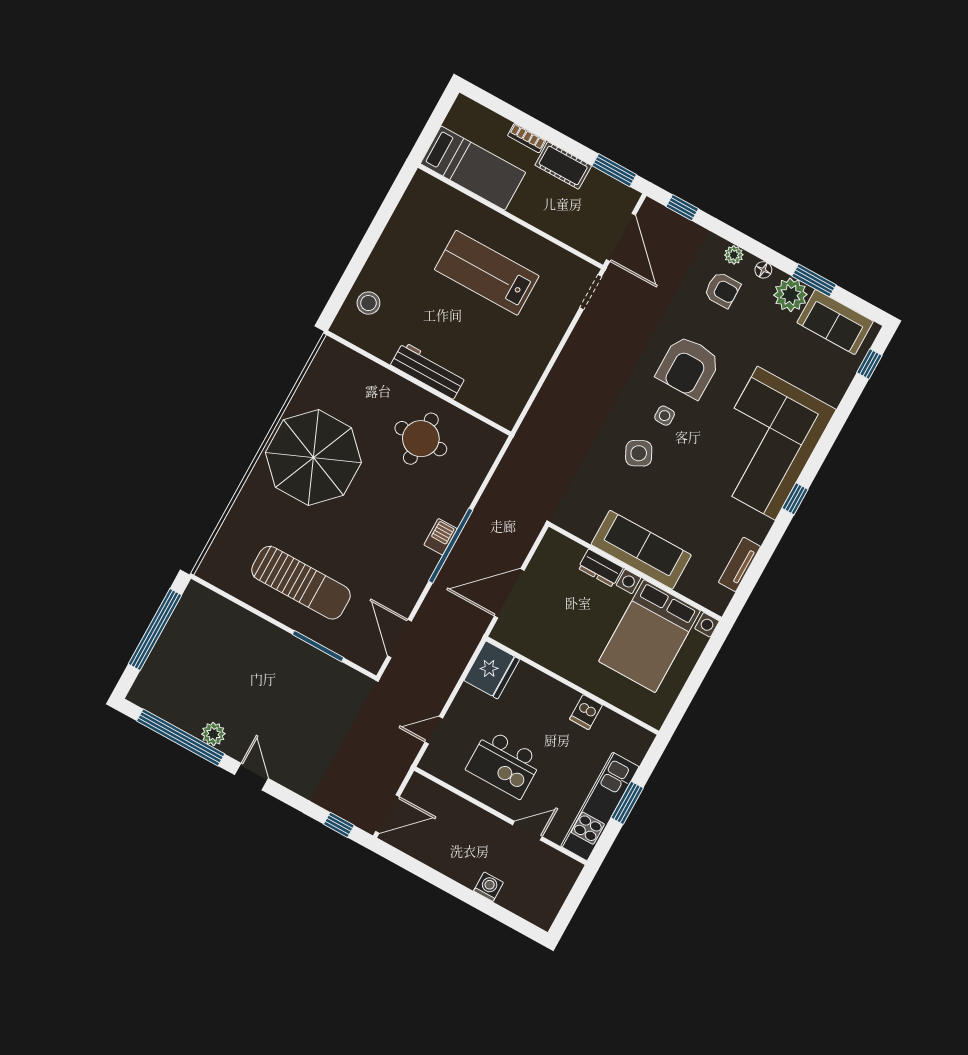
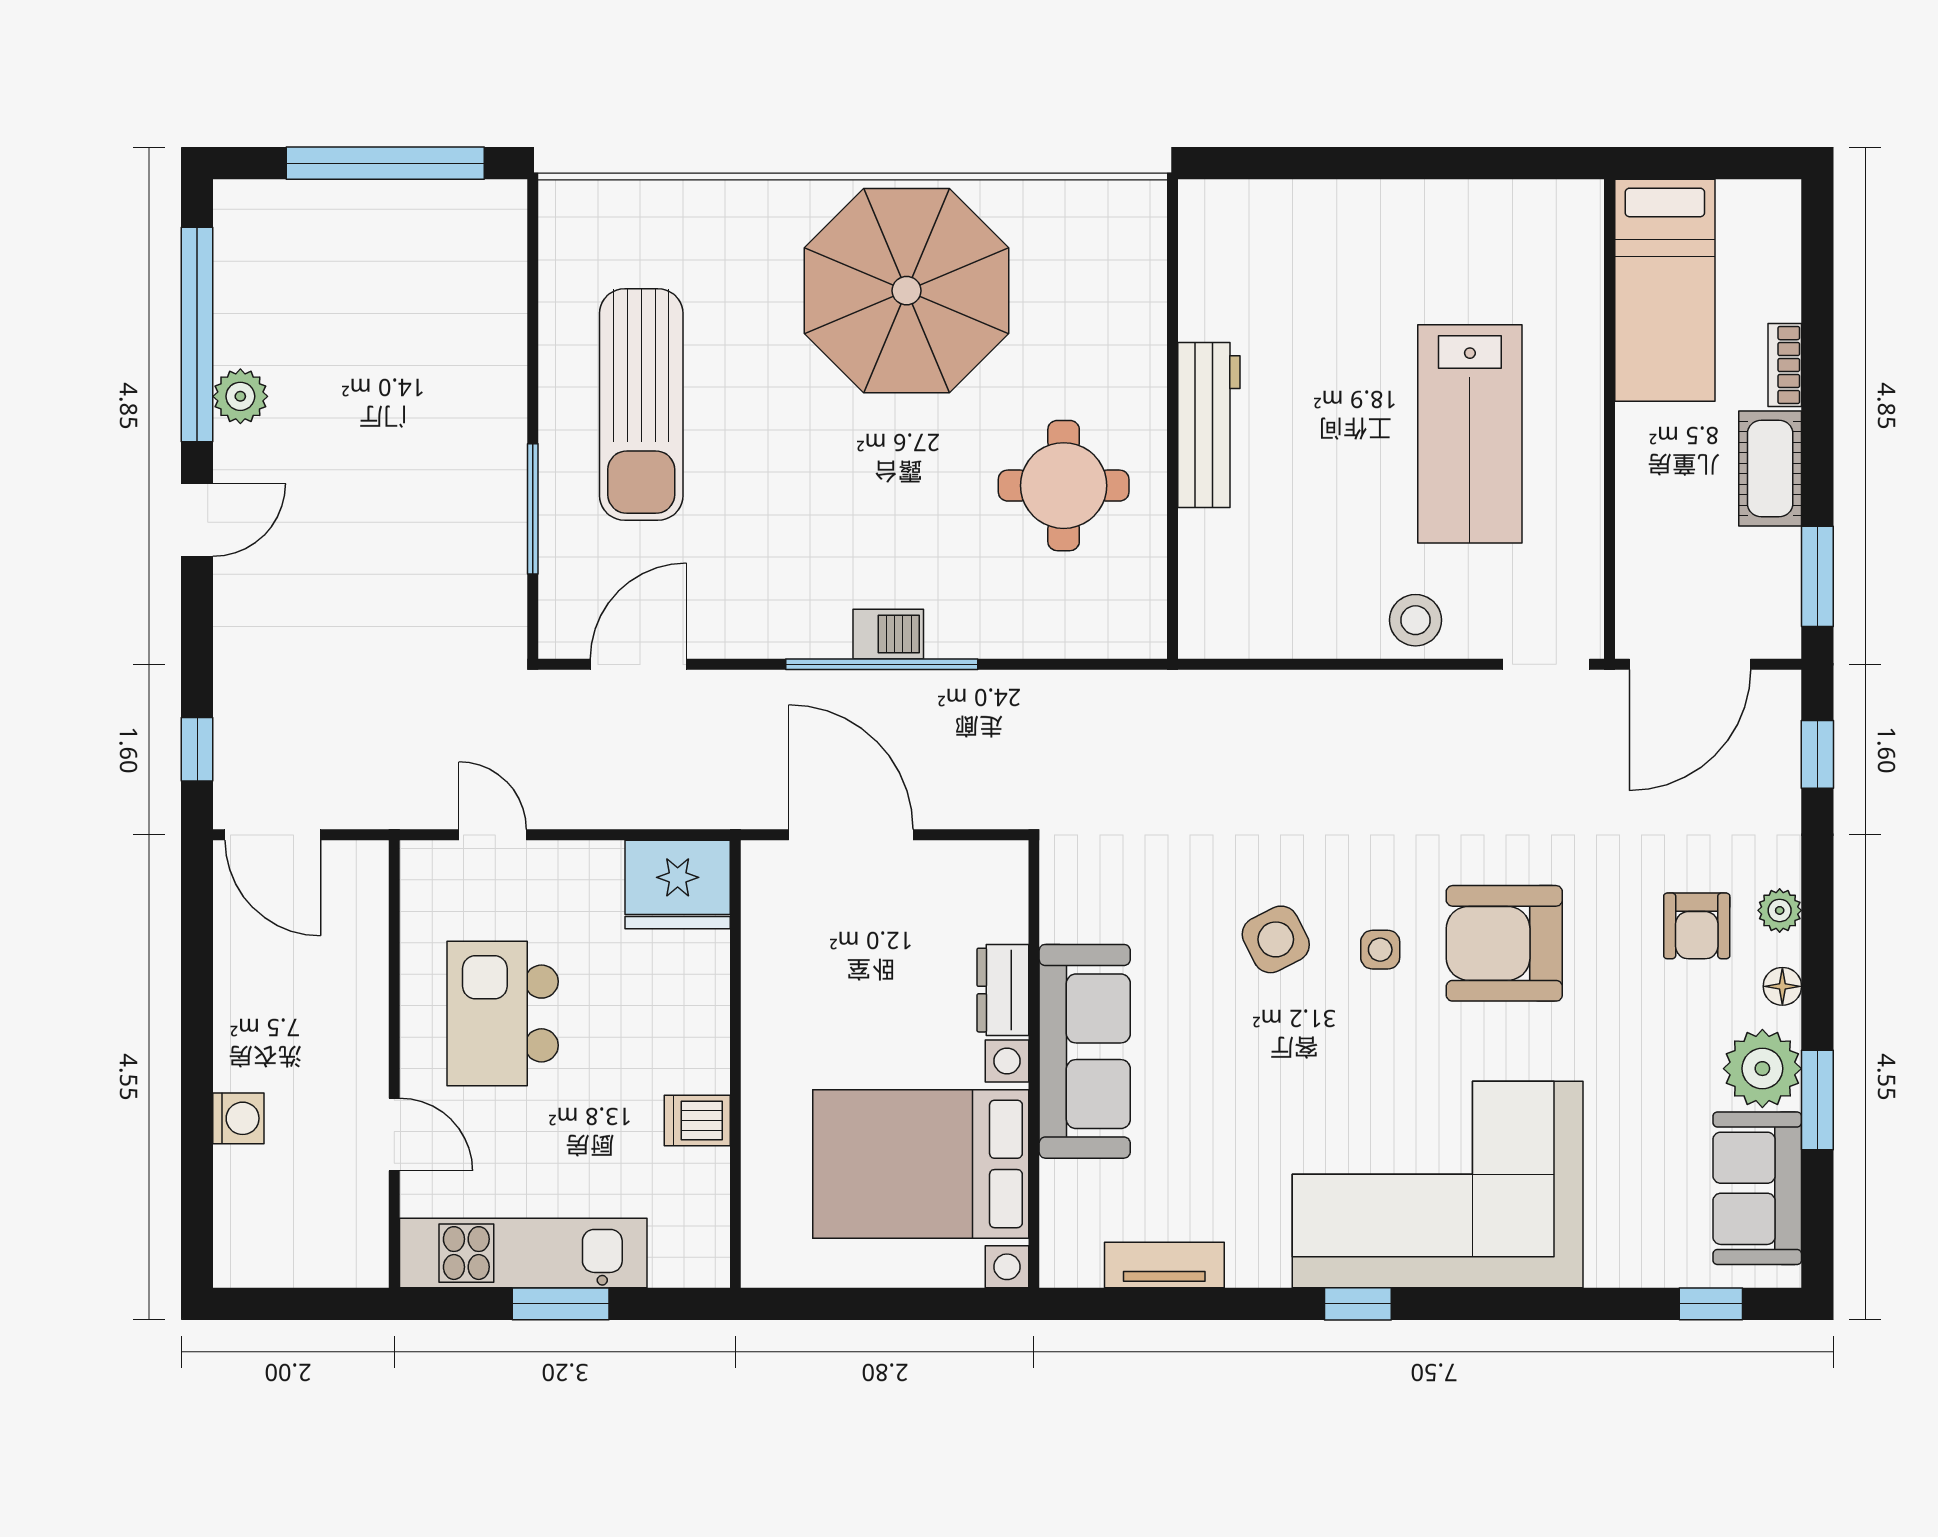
lab bench: (487, 273) -> (1470, 434), turned 180
stool: (368, 303) -> (1415, 620), moved

